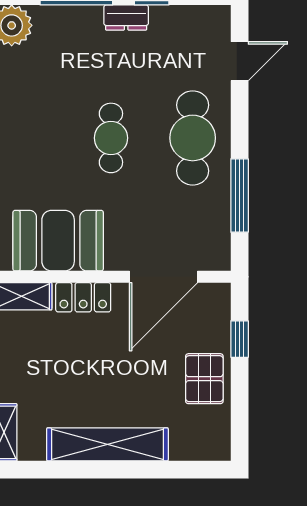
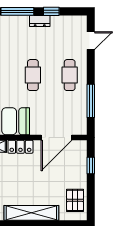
cafe table: (193, 138) -> (70, 75), width x0.73, depth x0.74
pallet: (204, 379) -> (75, 200), moved

